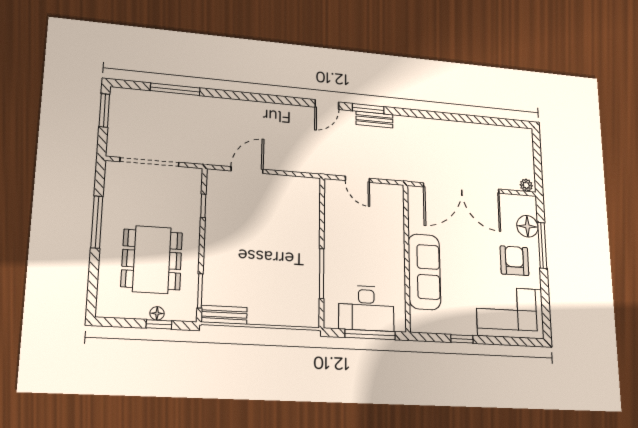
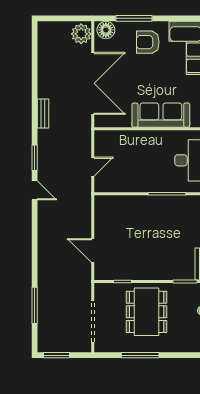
bench: (374, 119) -> (43, 113), moved
plant: (526, 185) -> (81, 34), width x1.88, depth x1.88
floor lamp: (527, 226) -> (106, 30), moved
dining table: (152, 260) -> (147, 312), moved, turned 90

